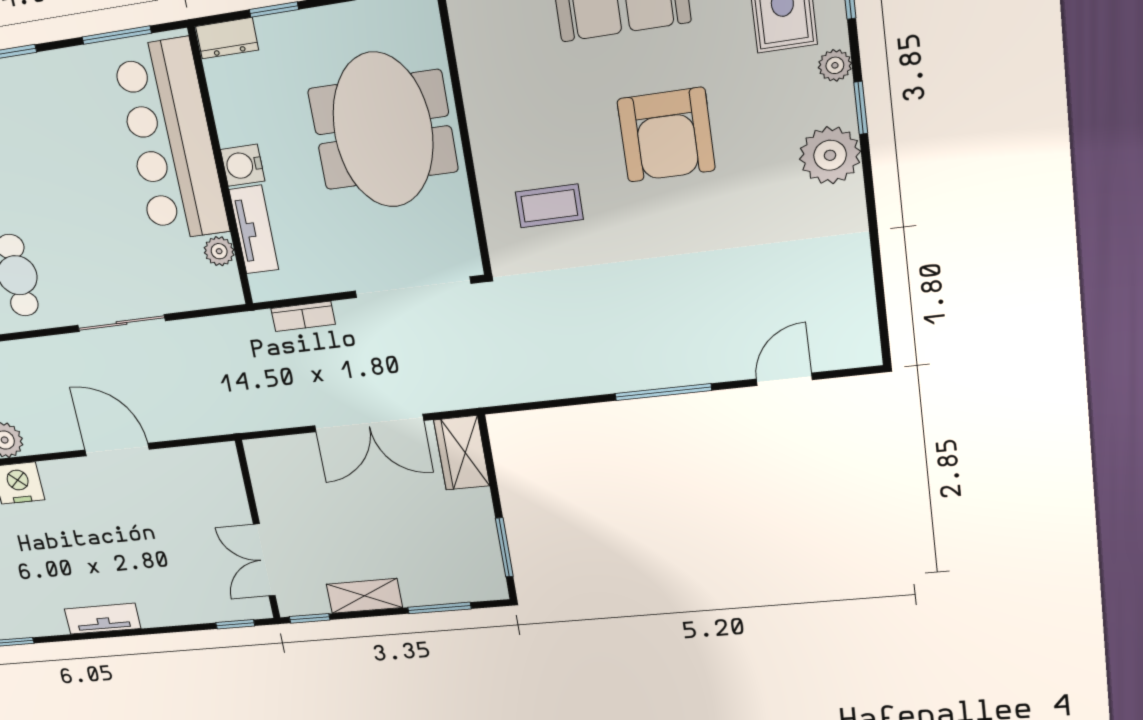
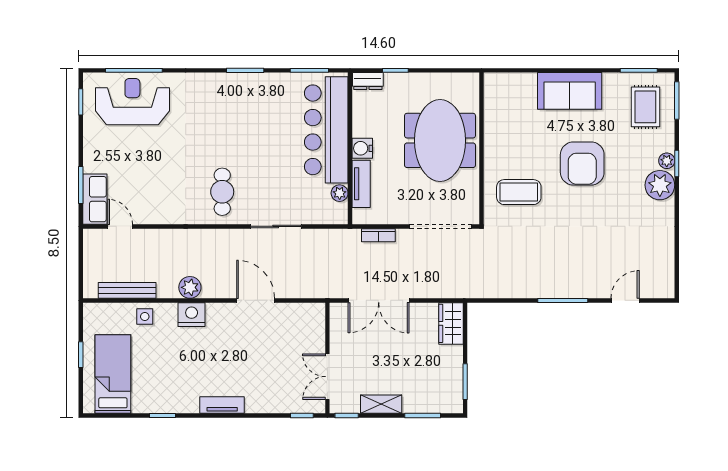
plant: (835, 65) -> (667, 161), moved
coffee table: (549, 206) -> (519, 192), width x1.36, depth x1.30
double door: (369, 423) -> (379, 300), moved

